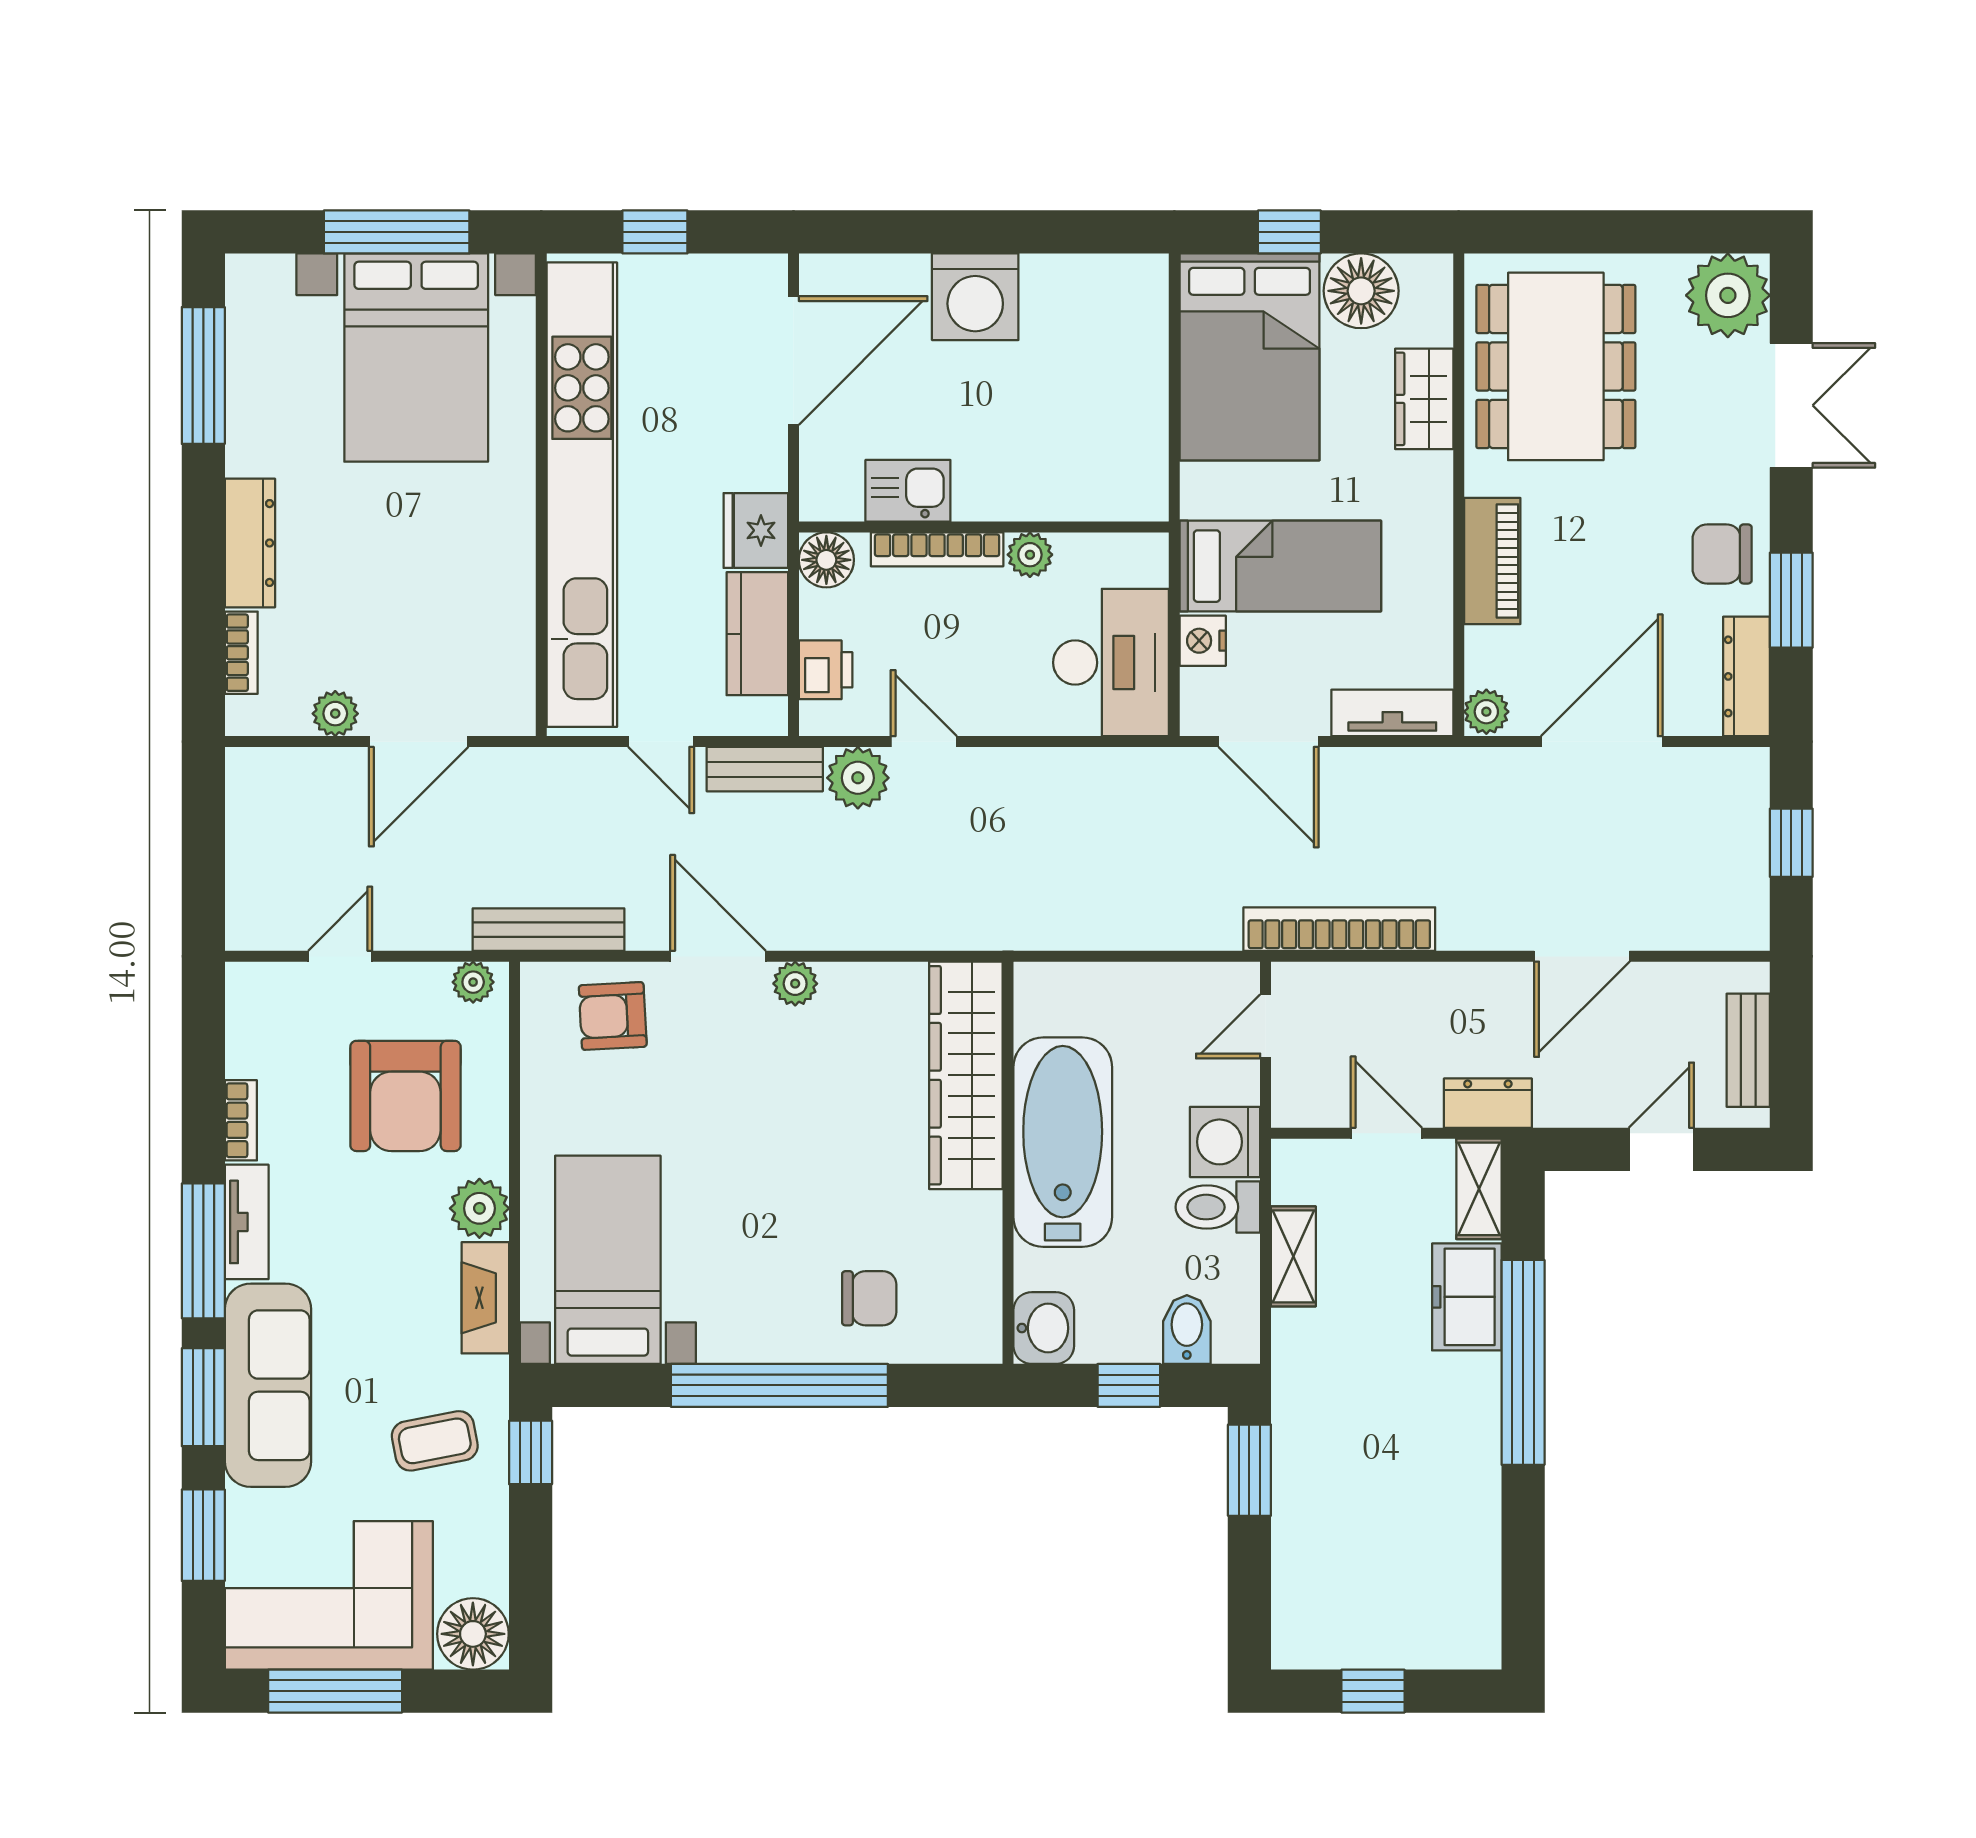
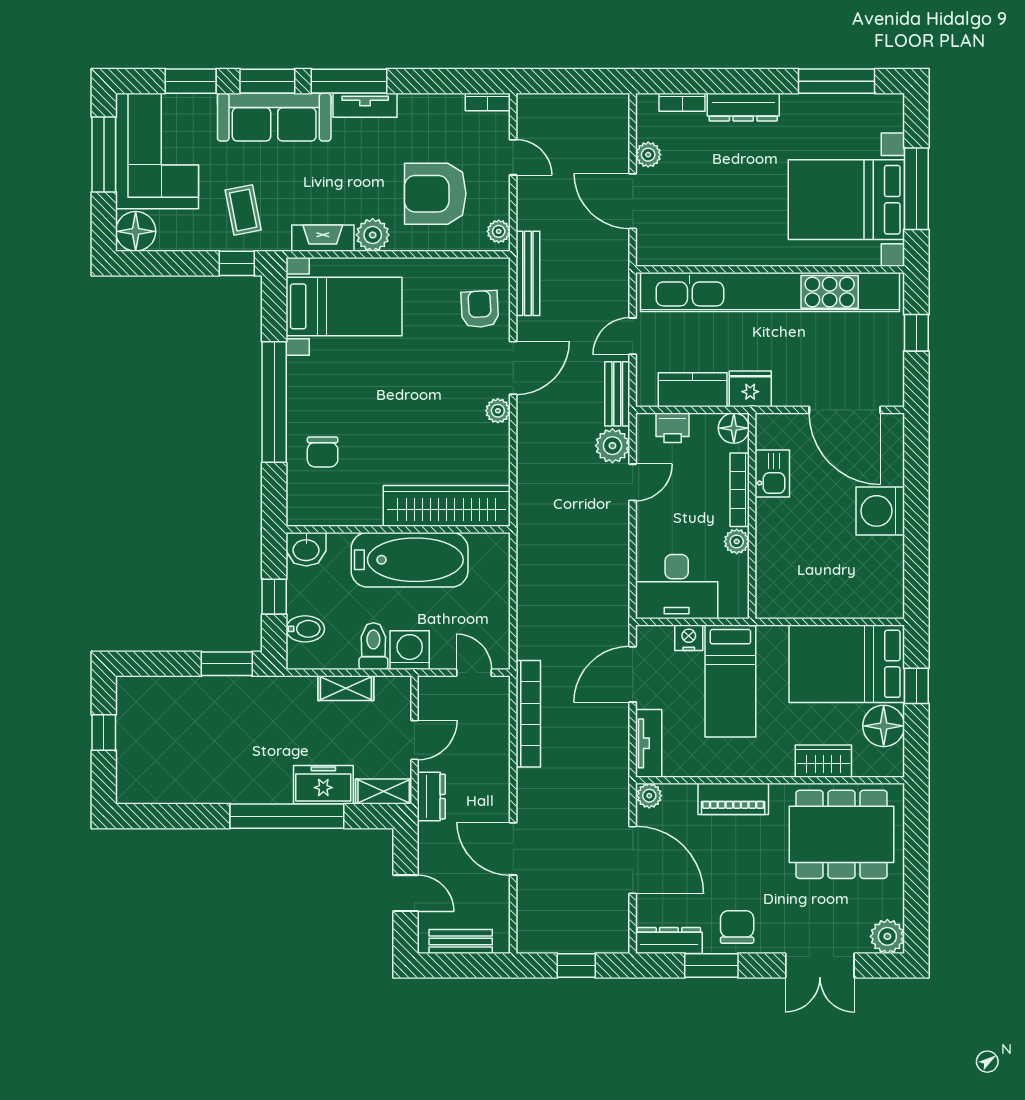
plant: (1728, 295) -> (887, 936), width x0.73, depth x0.73
bookcase: (241, 1120) -> (488, 102), moved

